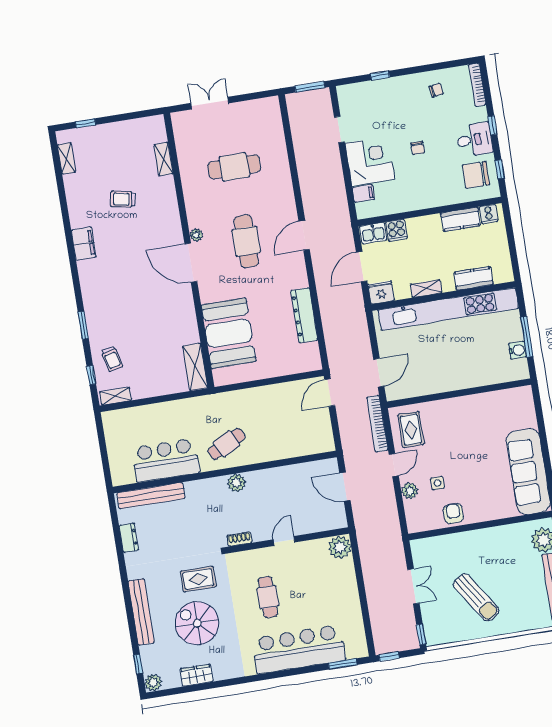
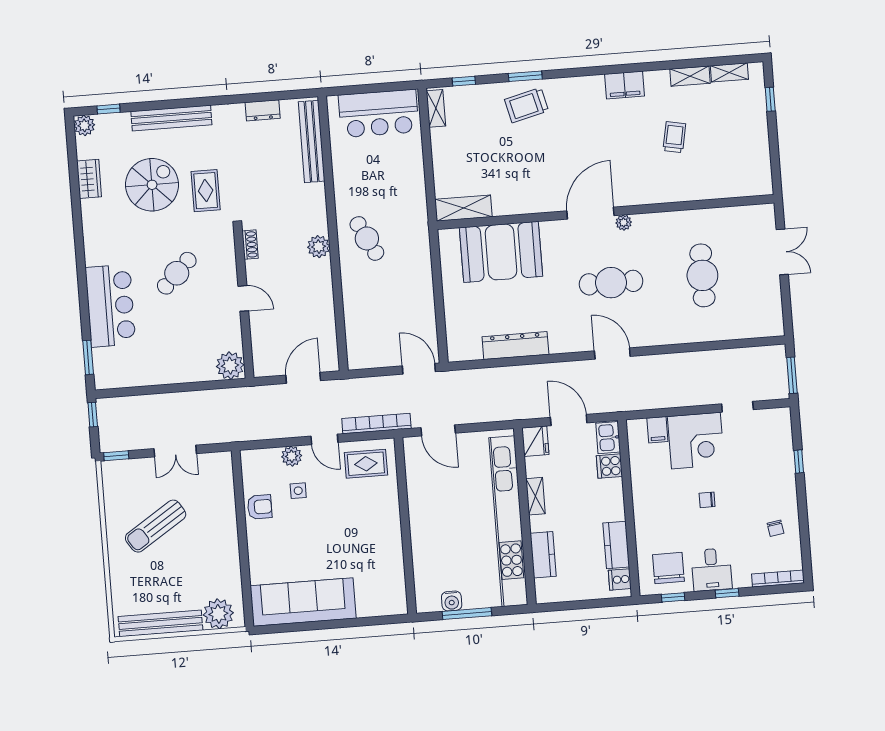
shelving: (163, 159) -> (690, 76), moved
trolley: (112, 359) -> (526, 105), moved, width x1.36, depth x1.39
bar counter: (166, 460) -> (379, 113), moved, turned 90
cafe table: (268, 597) -> (177, 273), turned -45
bar counter: (299, 649) -> (110, 306), width x0.73

